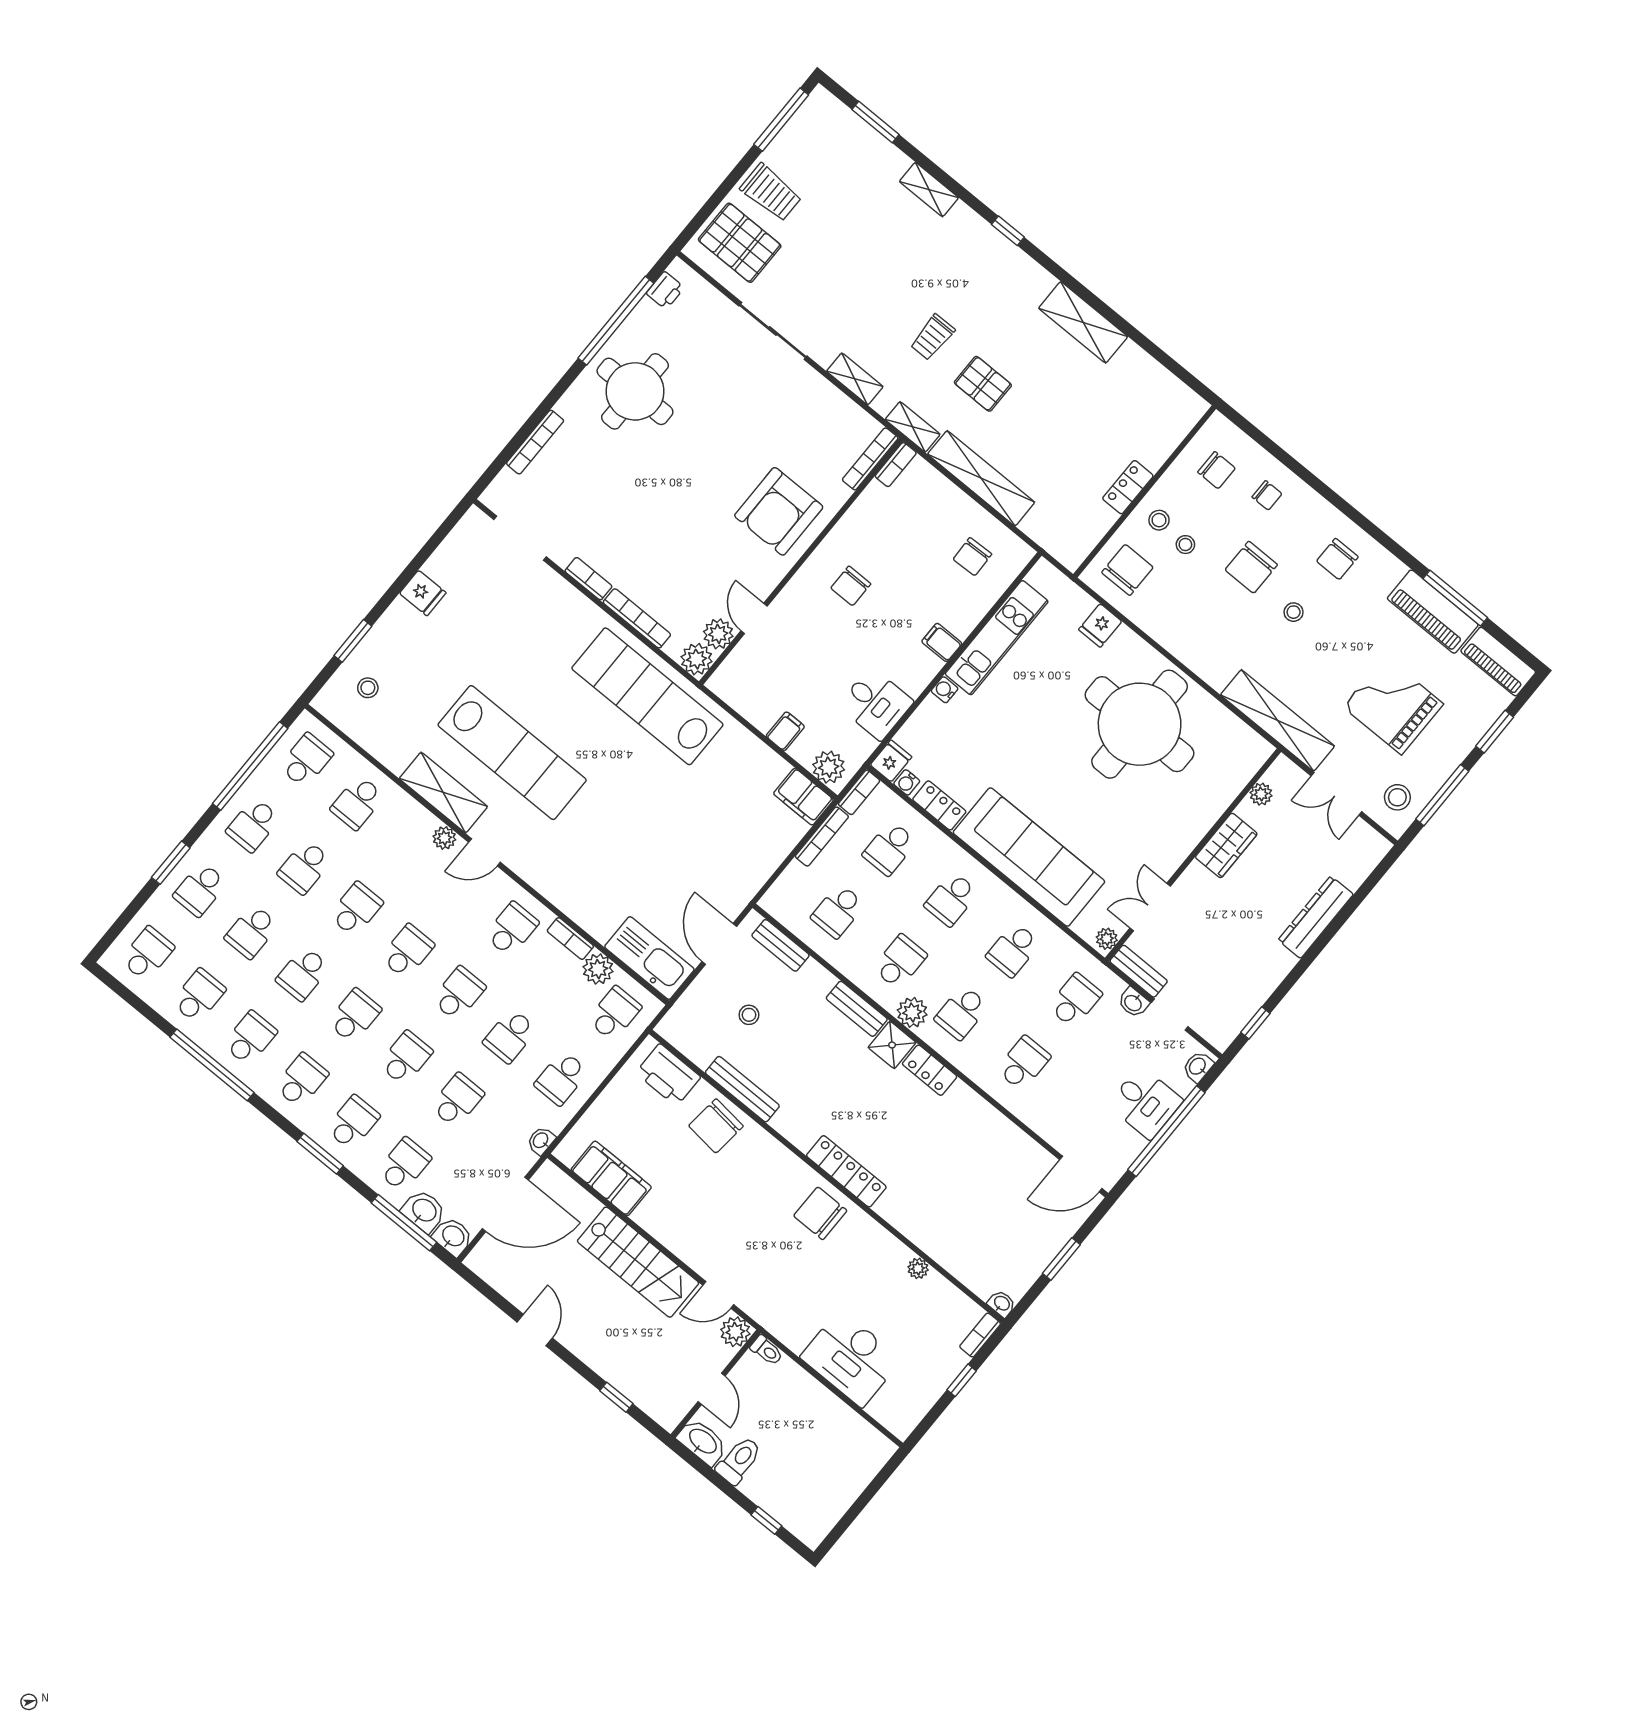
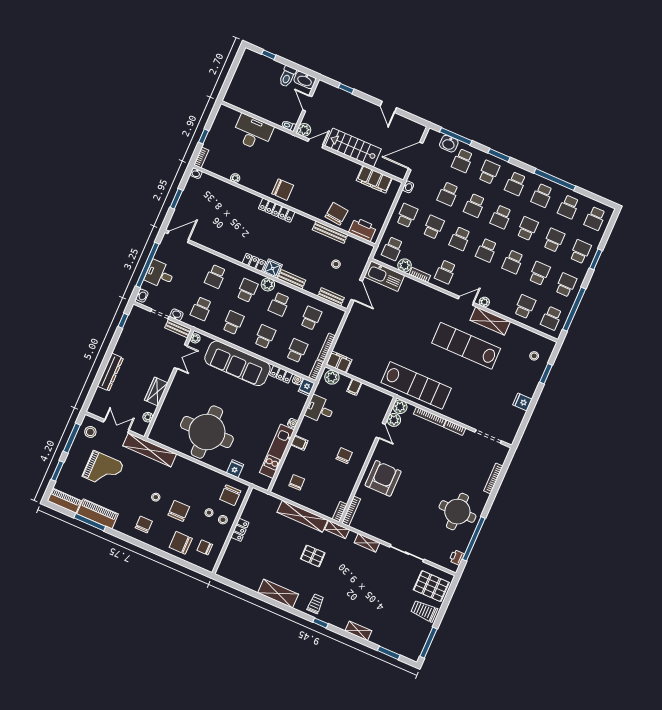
trolley: (932, 337) -> (316, 604), moved
chair: (1267, 495) -> (181, 543), width x1.87, depth x1.87
school desk: (353, 1122) -> (489, 172), turned 180
washbasin: (453, 1237) -> (434, 136), removed

